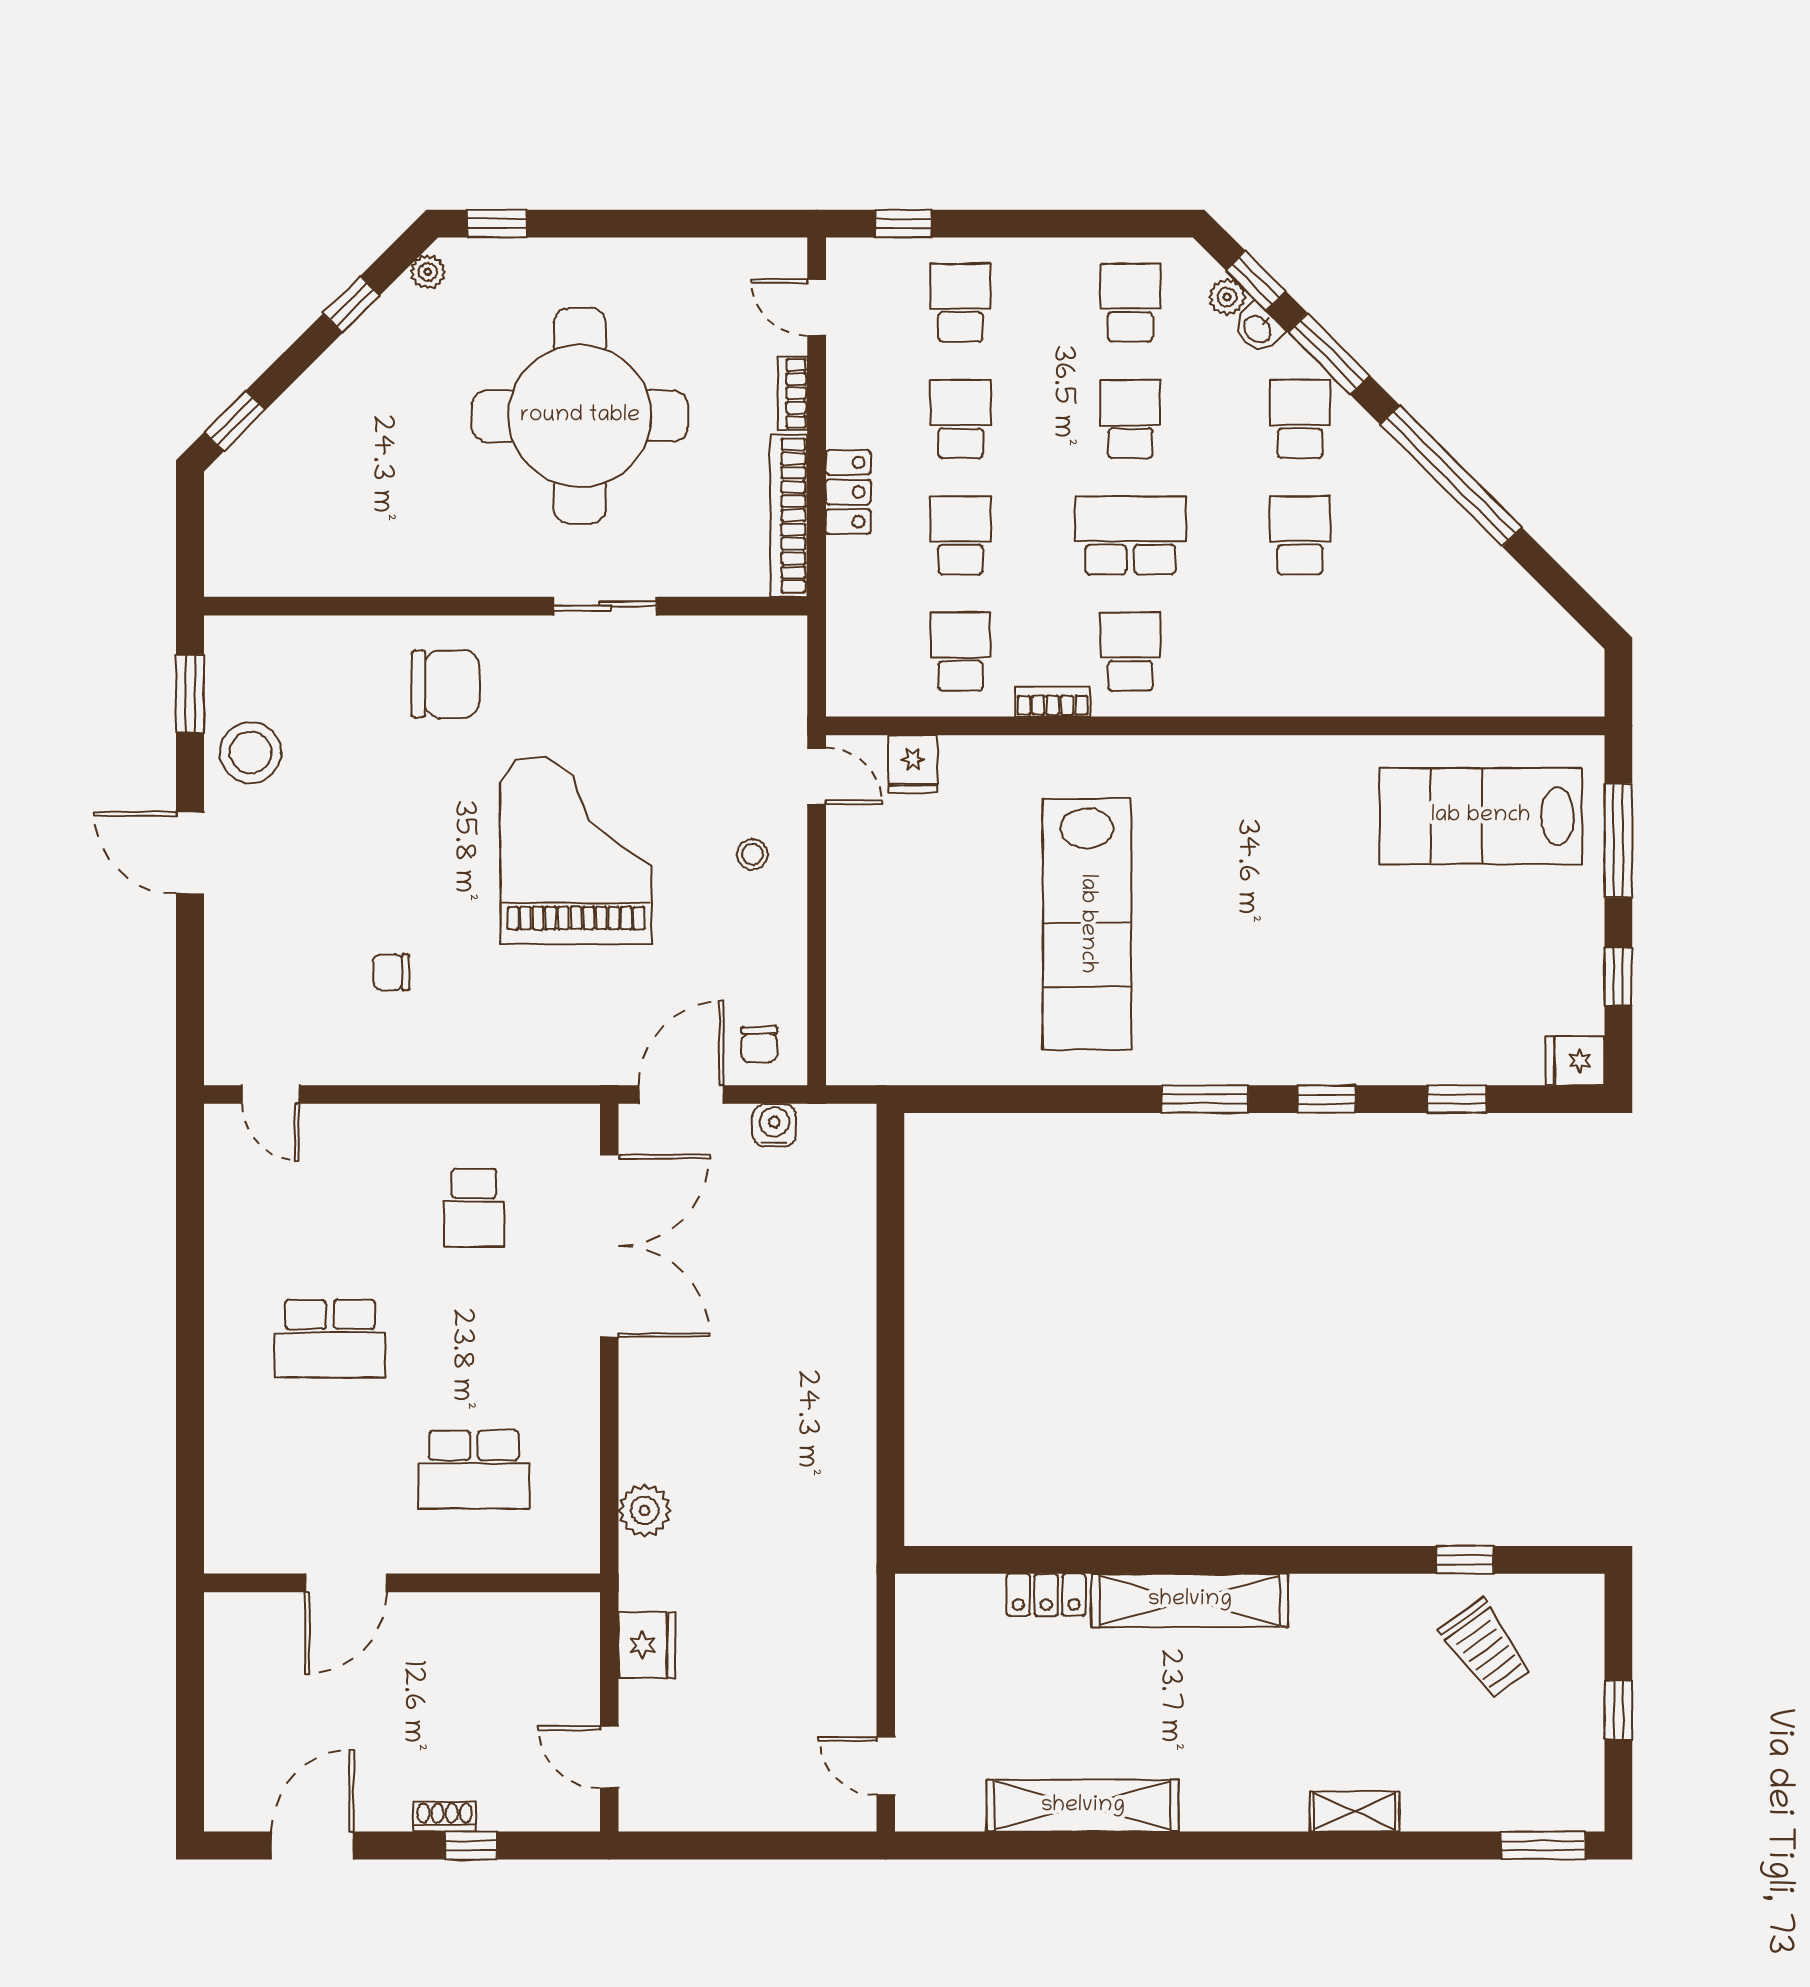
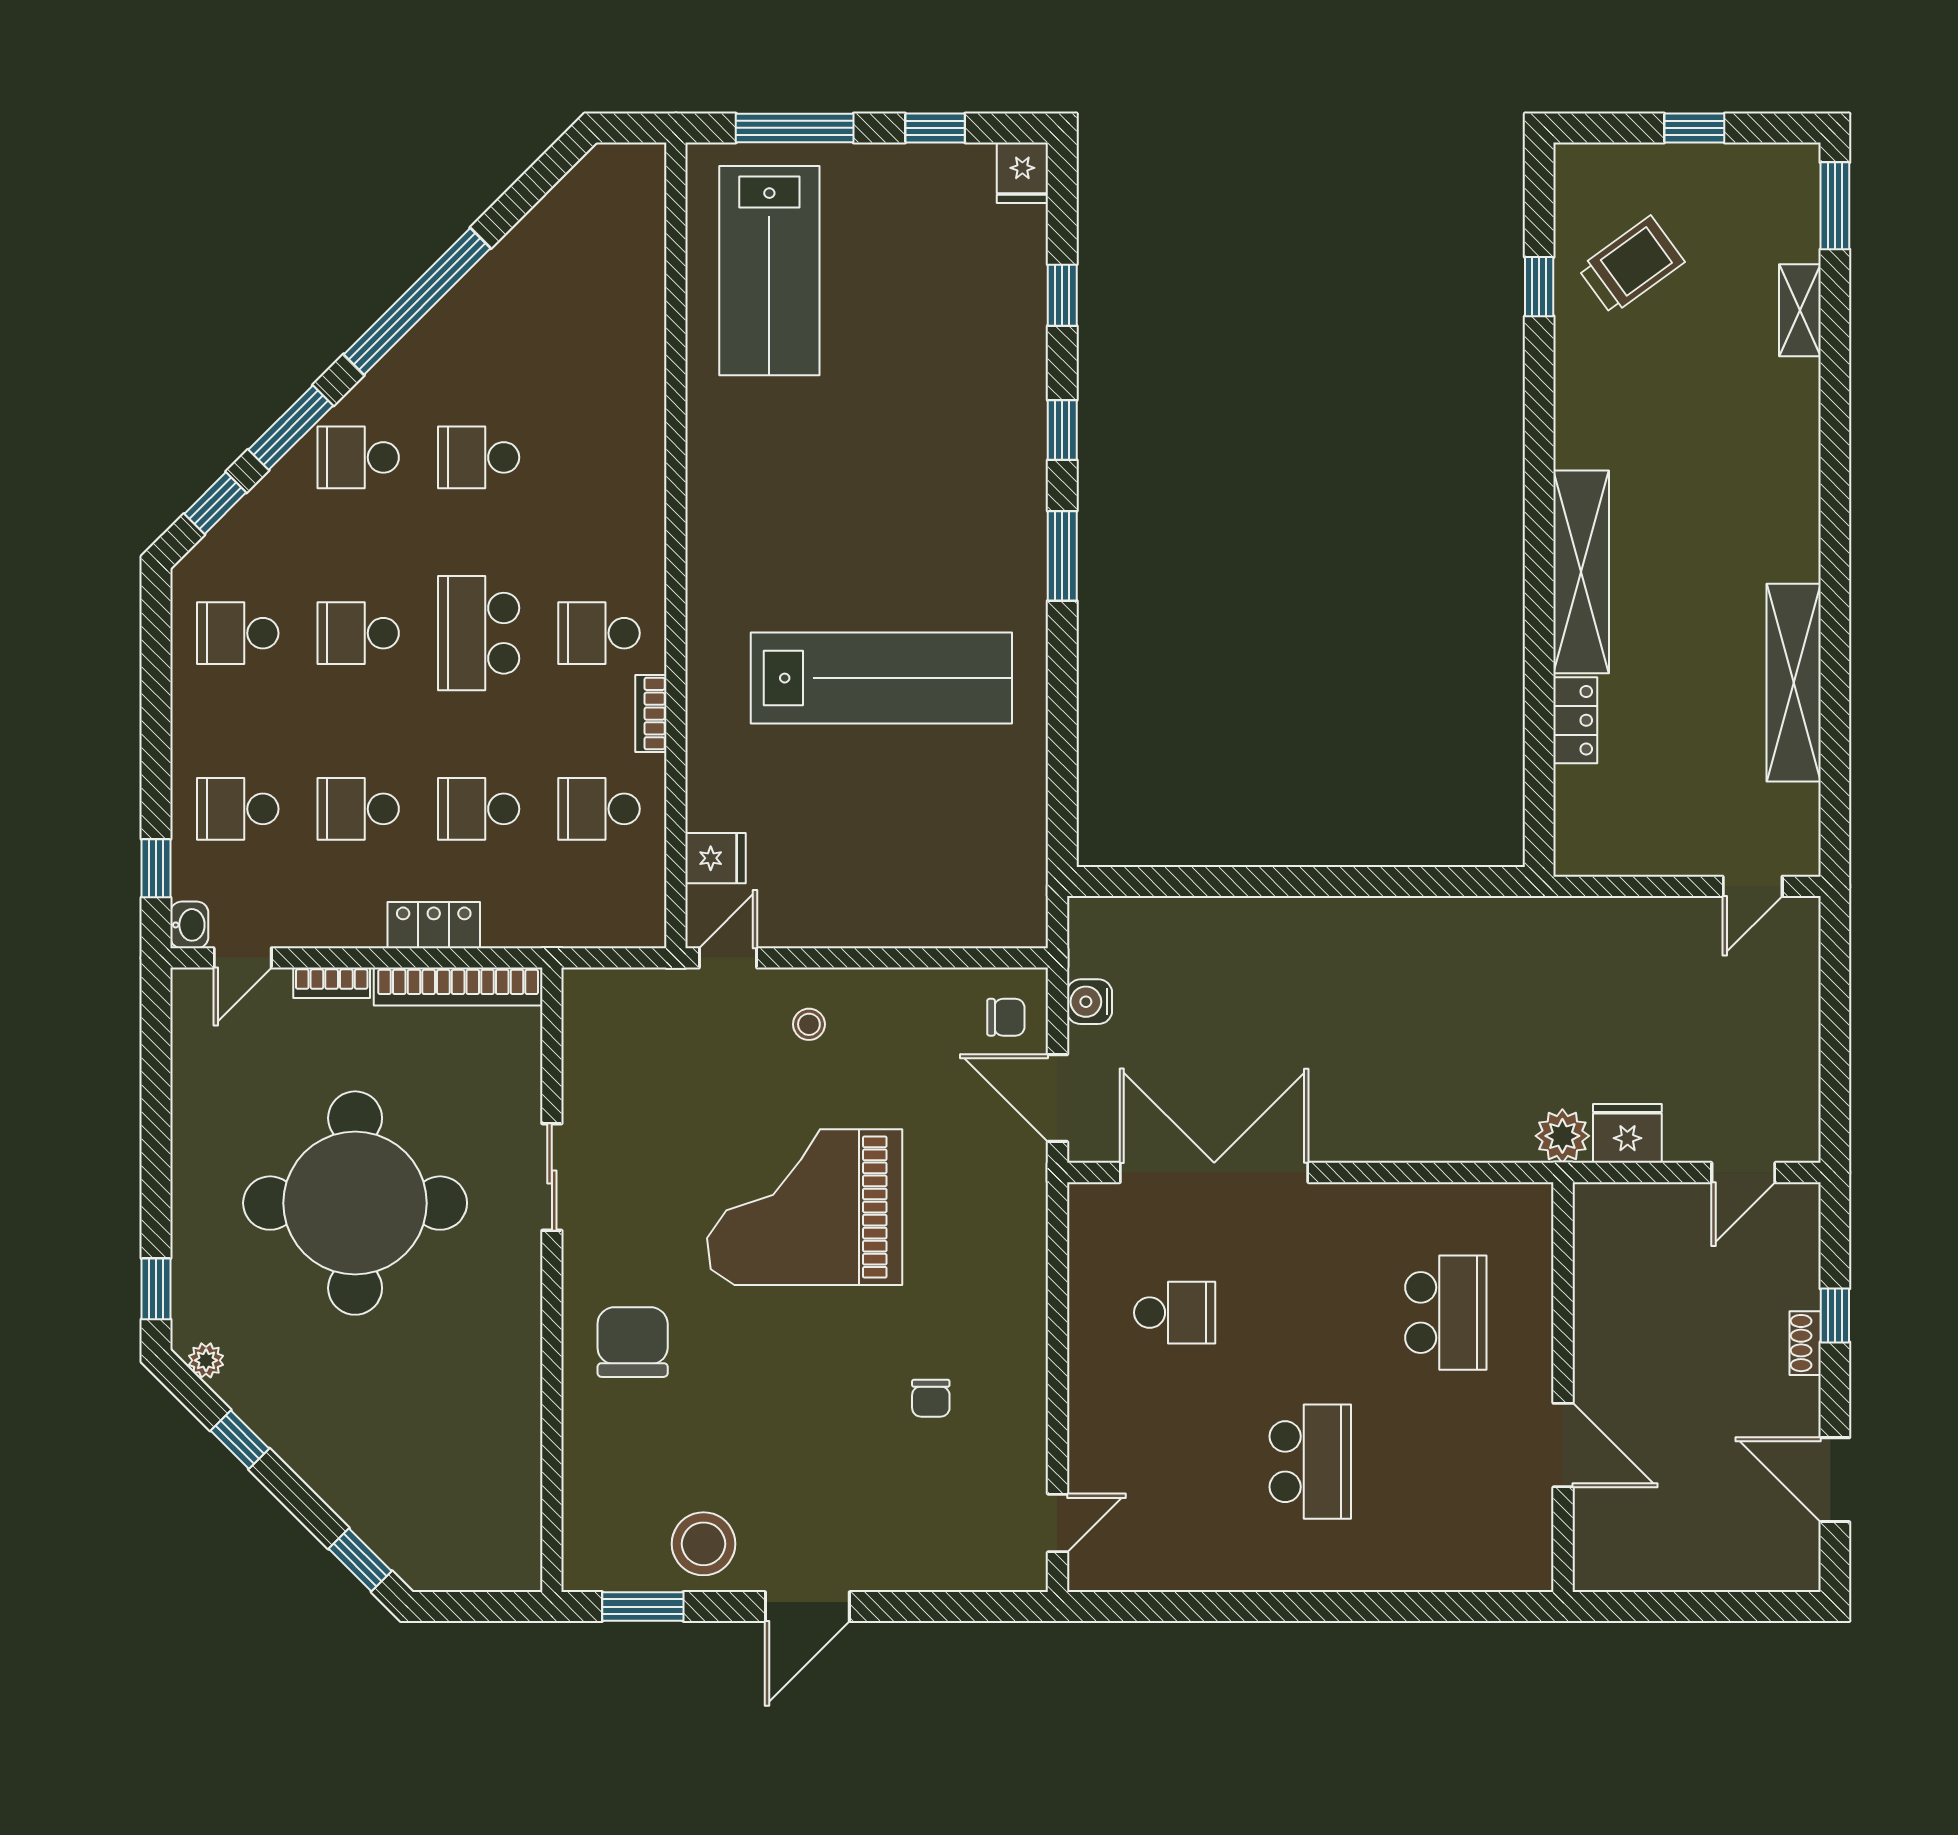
plant: (1227, 297) -> (232, 533), removed
washbasin: (1258, 329) -> (189, 925), moved, turned -45
plant: (645, 1511) -> (1562, 1136), moved
shelving: (1355, 1812) -> (1800, 310), moved

